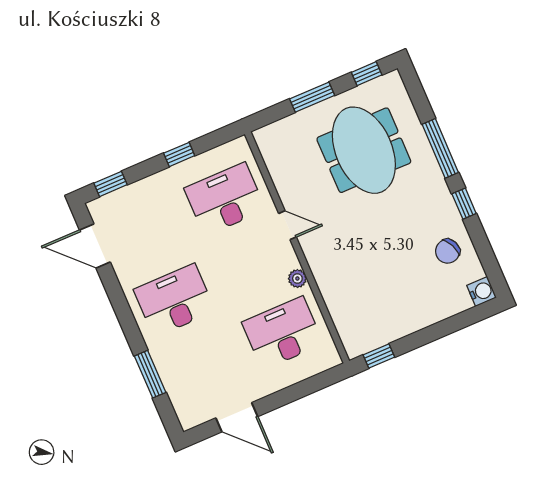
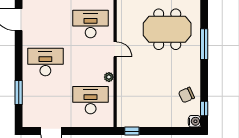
meeting table: (364, 150) -> (167, 29), turned 90
window: (464, 204) -> (204, 108), moved

